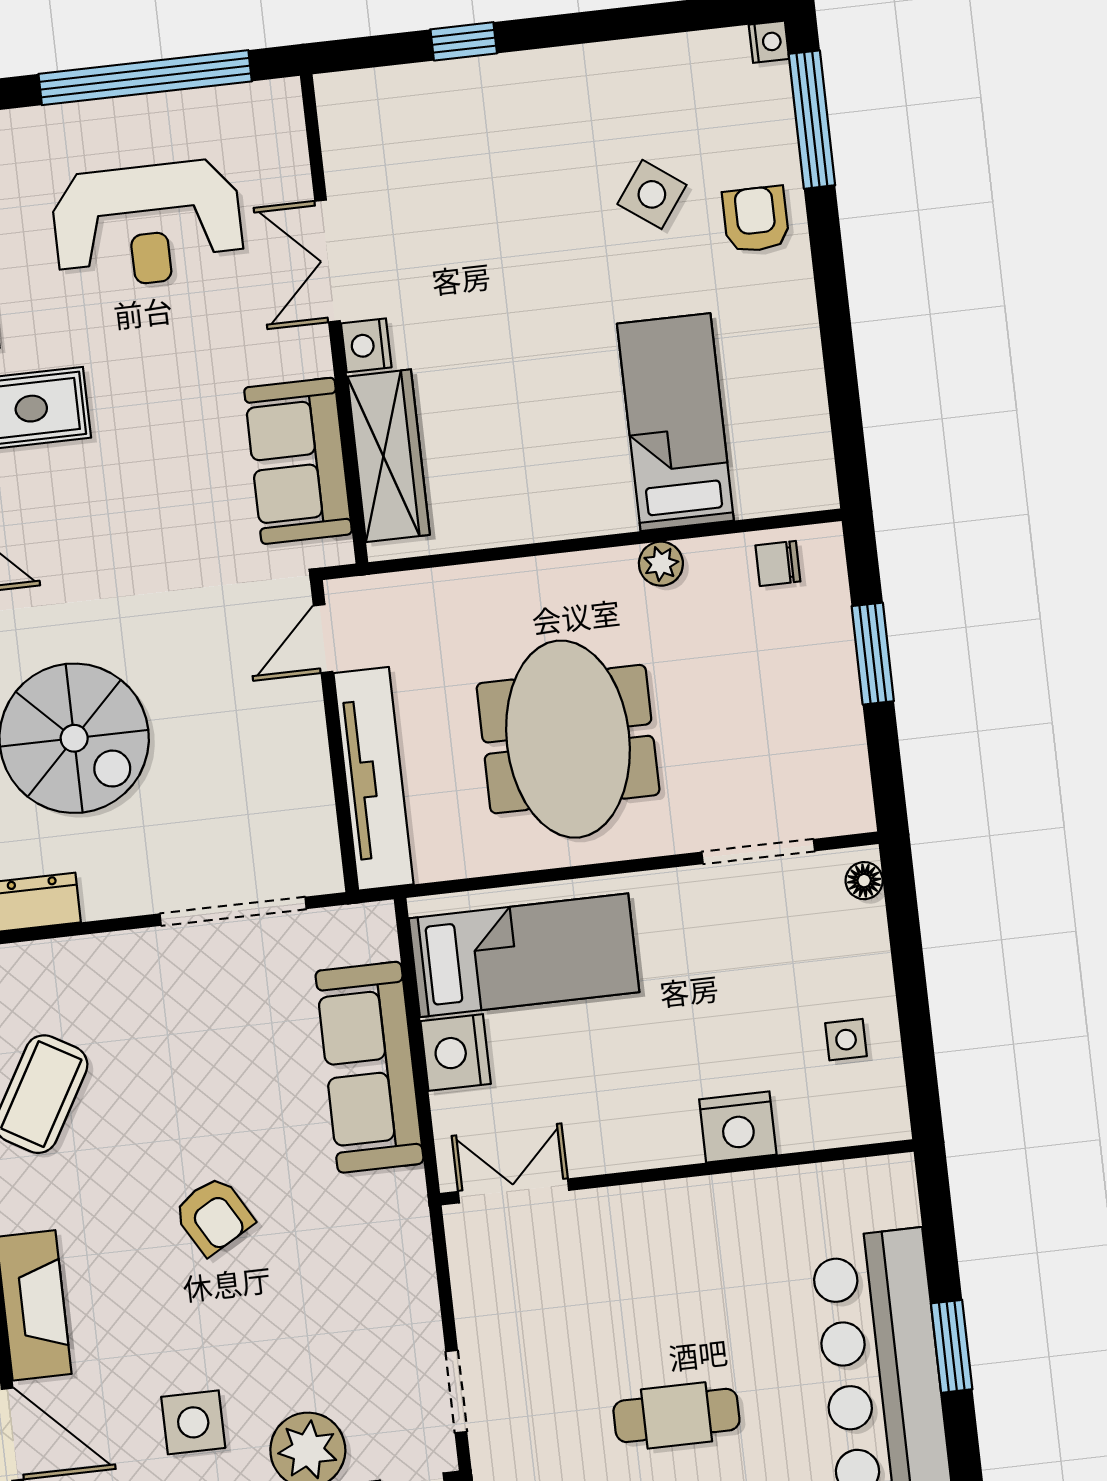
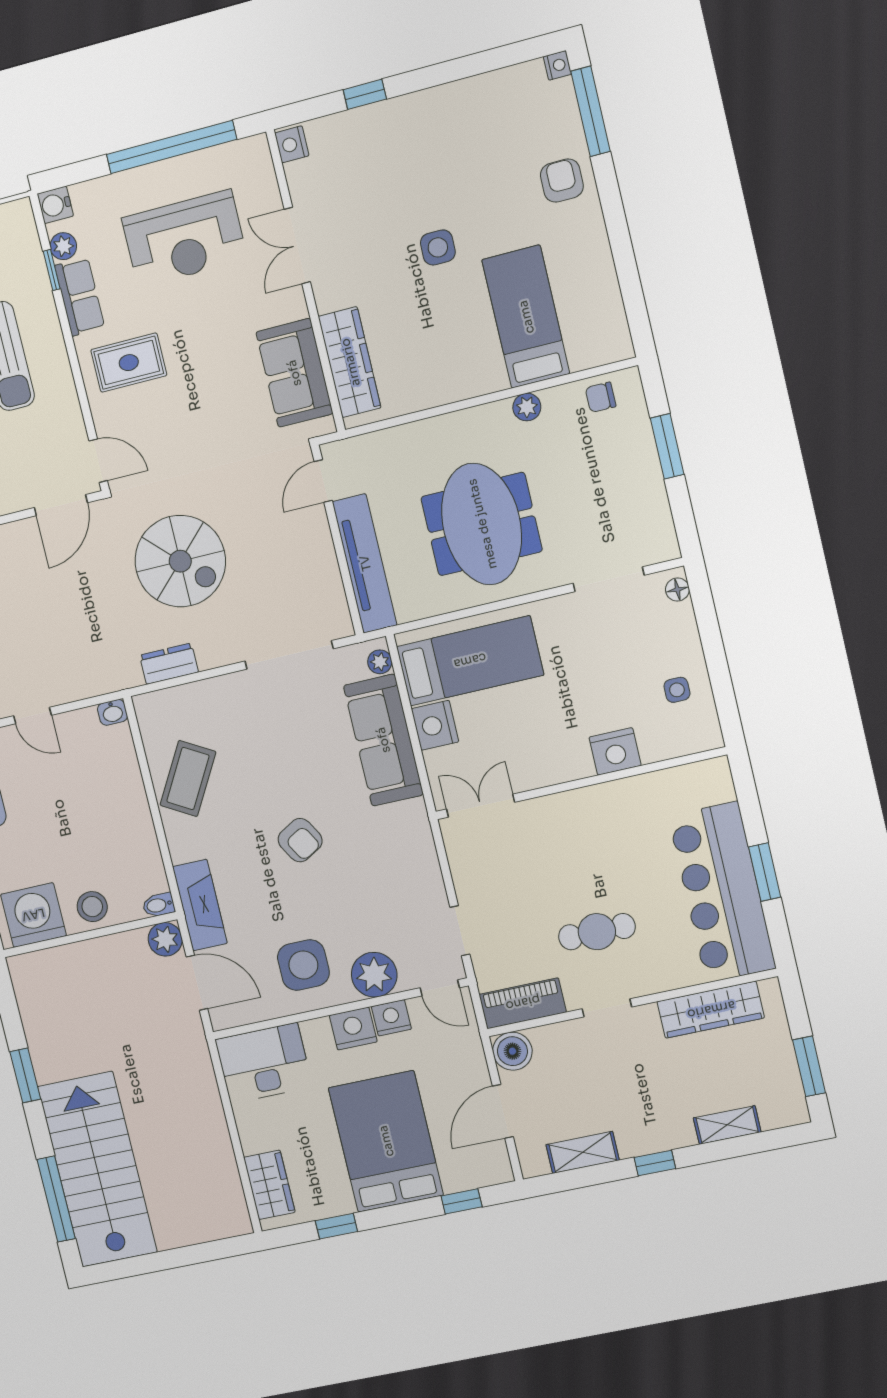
side table: (652, 194) -> (438, 247), moved, turned -36
nightstand: (366, 345) -> (292, 144), moved
plant: (379, 940) -> (380, 662), added
side table: (193, 1422) -> (303, 965), width x1.37, depth x1.37

